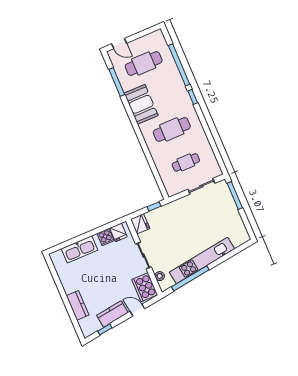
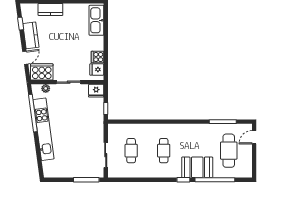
booth: (141, 104) -> (197, 167), moved
cafe table: (172, 129) -> (164, 151), width x0.73, depth x0.74
kitchen sink: (80, 249) -> (96, 20), moved

